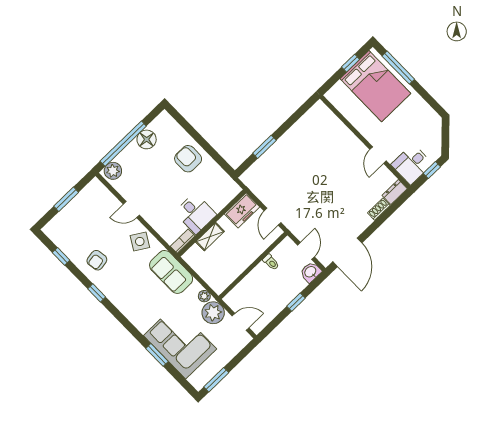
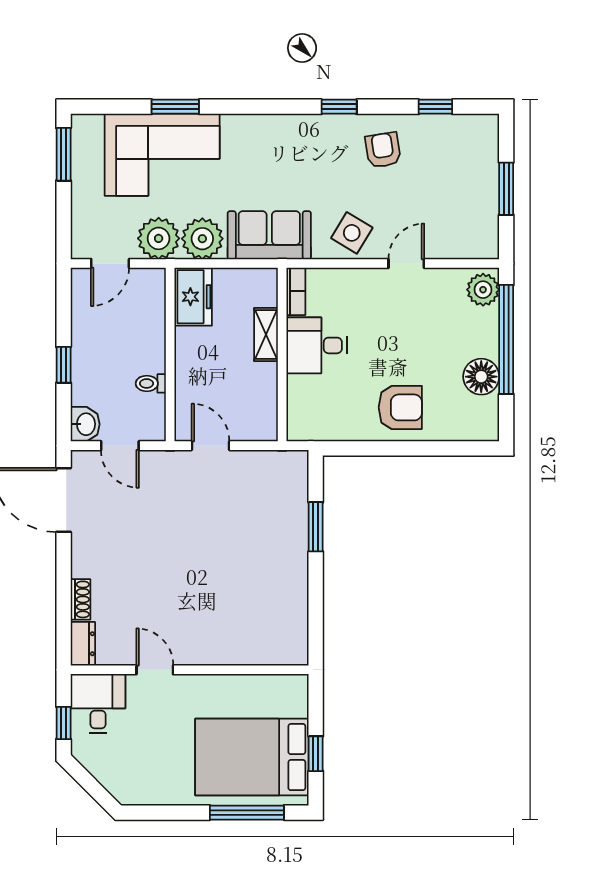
freezer: (242, 210) -> (193, 297), moved, turned 180
plant: (204, 296) -> (202, 239), width x1.88, depth x1.88

